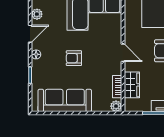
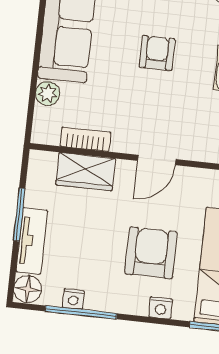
plant: (116, 106) -> (48, 93), moved

